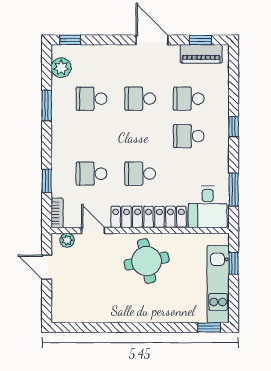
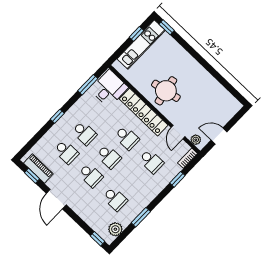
school desk: (140, 136) -> (109, 157), added
window: (234, 263) -> (137, 34), moved
door: (47, 267) -> (219, 136), swing flipped

